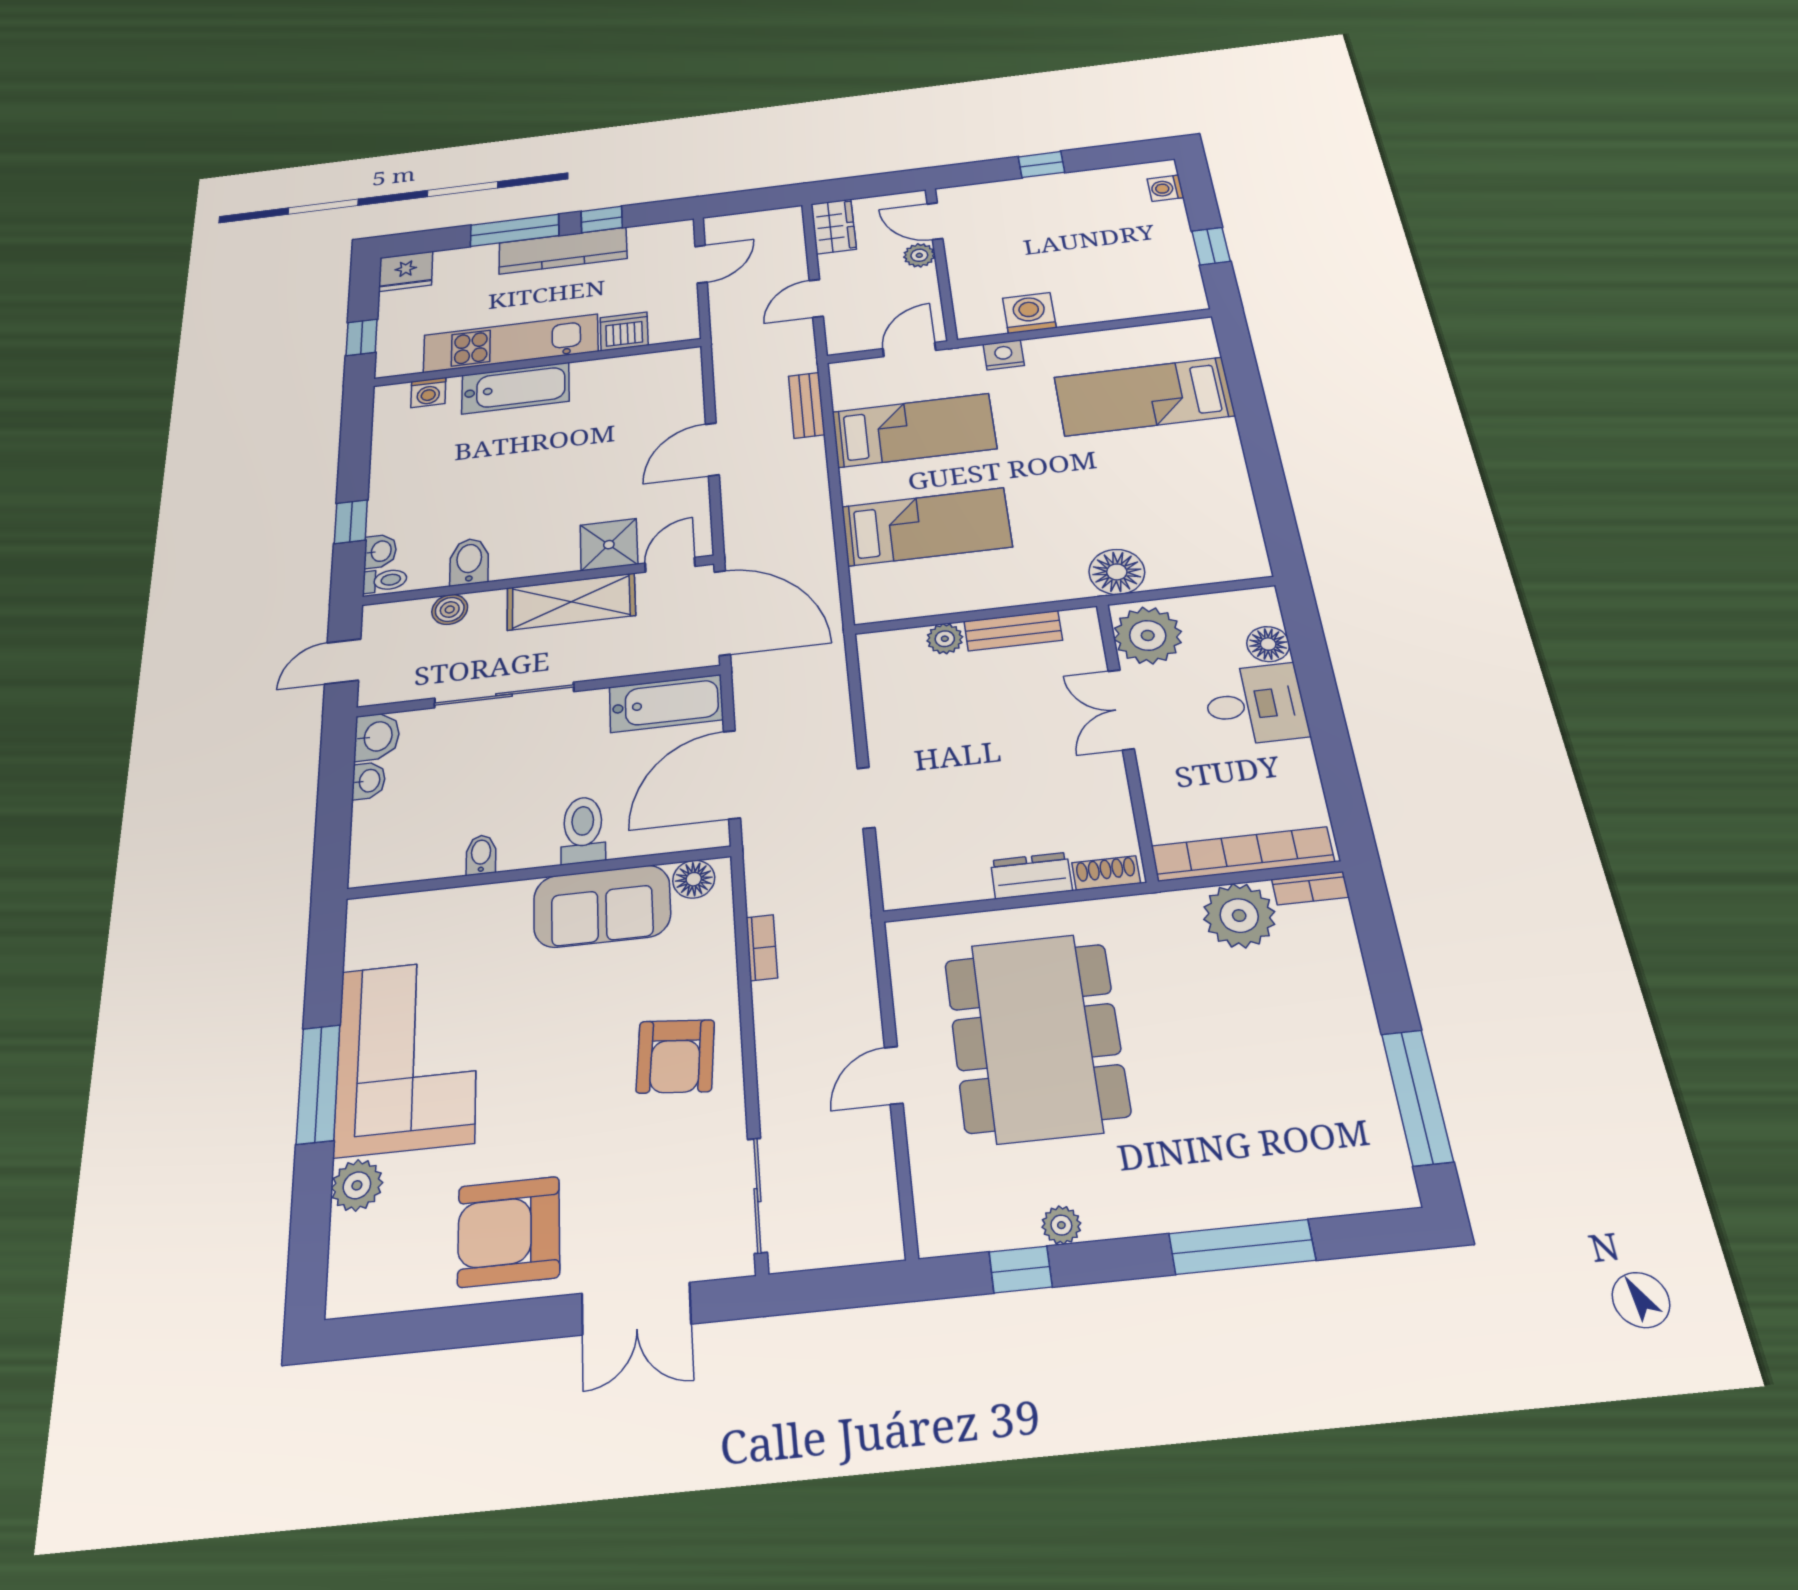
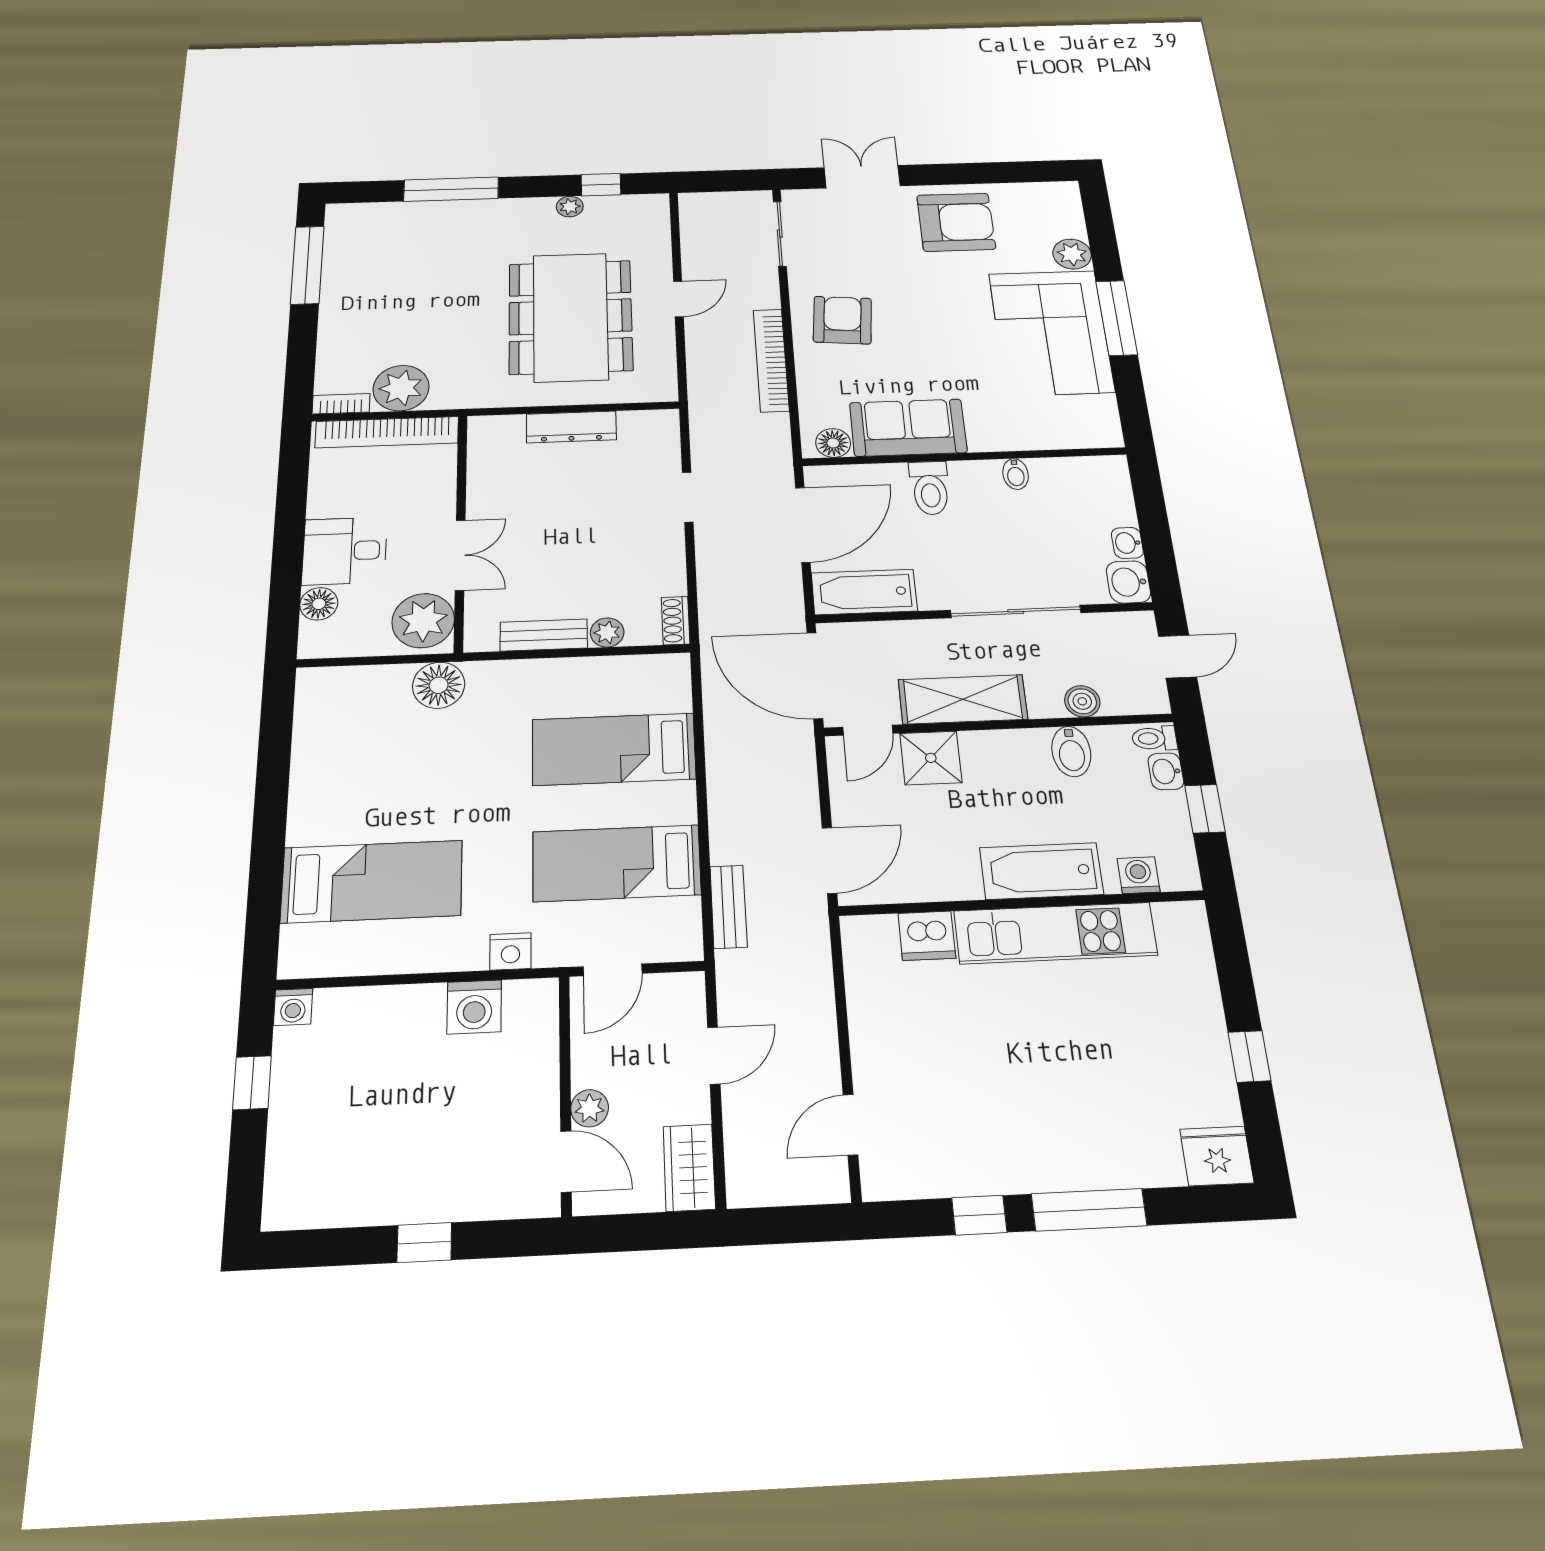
washing machine: (1165, 188) -> (293, 1007), moved, turned 90
kitchen counter: (563, 251) -> (1023, 1167), removed
dishwasher: (624, 331) -> (927, 936), moved
kitchen unit: (511, 343) -> (1055, 933), moved
wall: (537, 362) -> (1022, 903), moved
bathtub: (515, 388) -> (1041, 871), moved
washing machine: (428, 392) -> (1139, 875), moved
shoe rack: (1106, 873) -> (676, 621), moved, turned 90
dresser: (1031, 876) -> (571, 427), width x1.44
bookcase: (762, 948) -> (771, 360), width x2.31, depth x1.31

